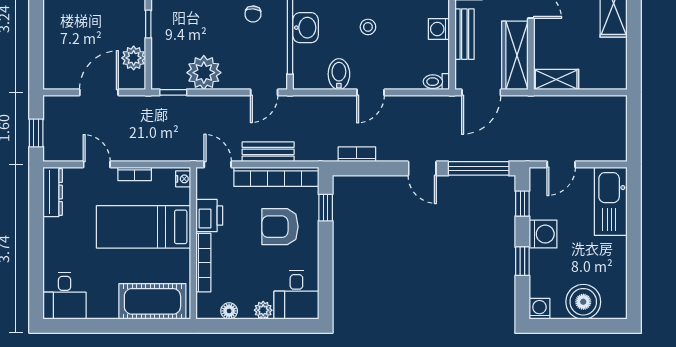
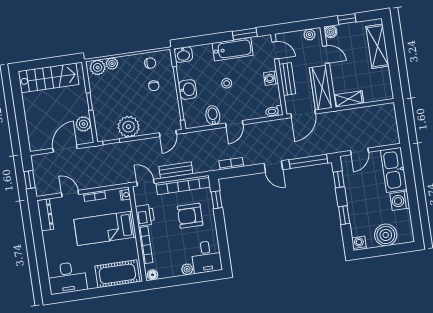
washing machine: (543, 234) -> (400, 201), moved, turned 180
desk: (65, 296) -> (67, 278), width x1.37
floor lamp: (229, 311) -> (153, 275), moved

